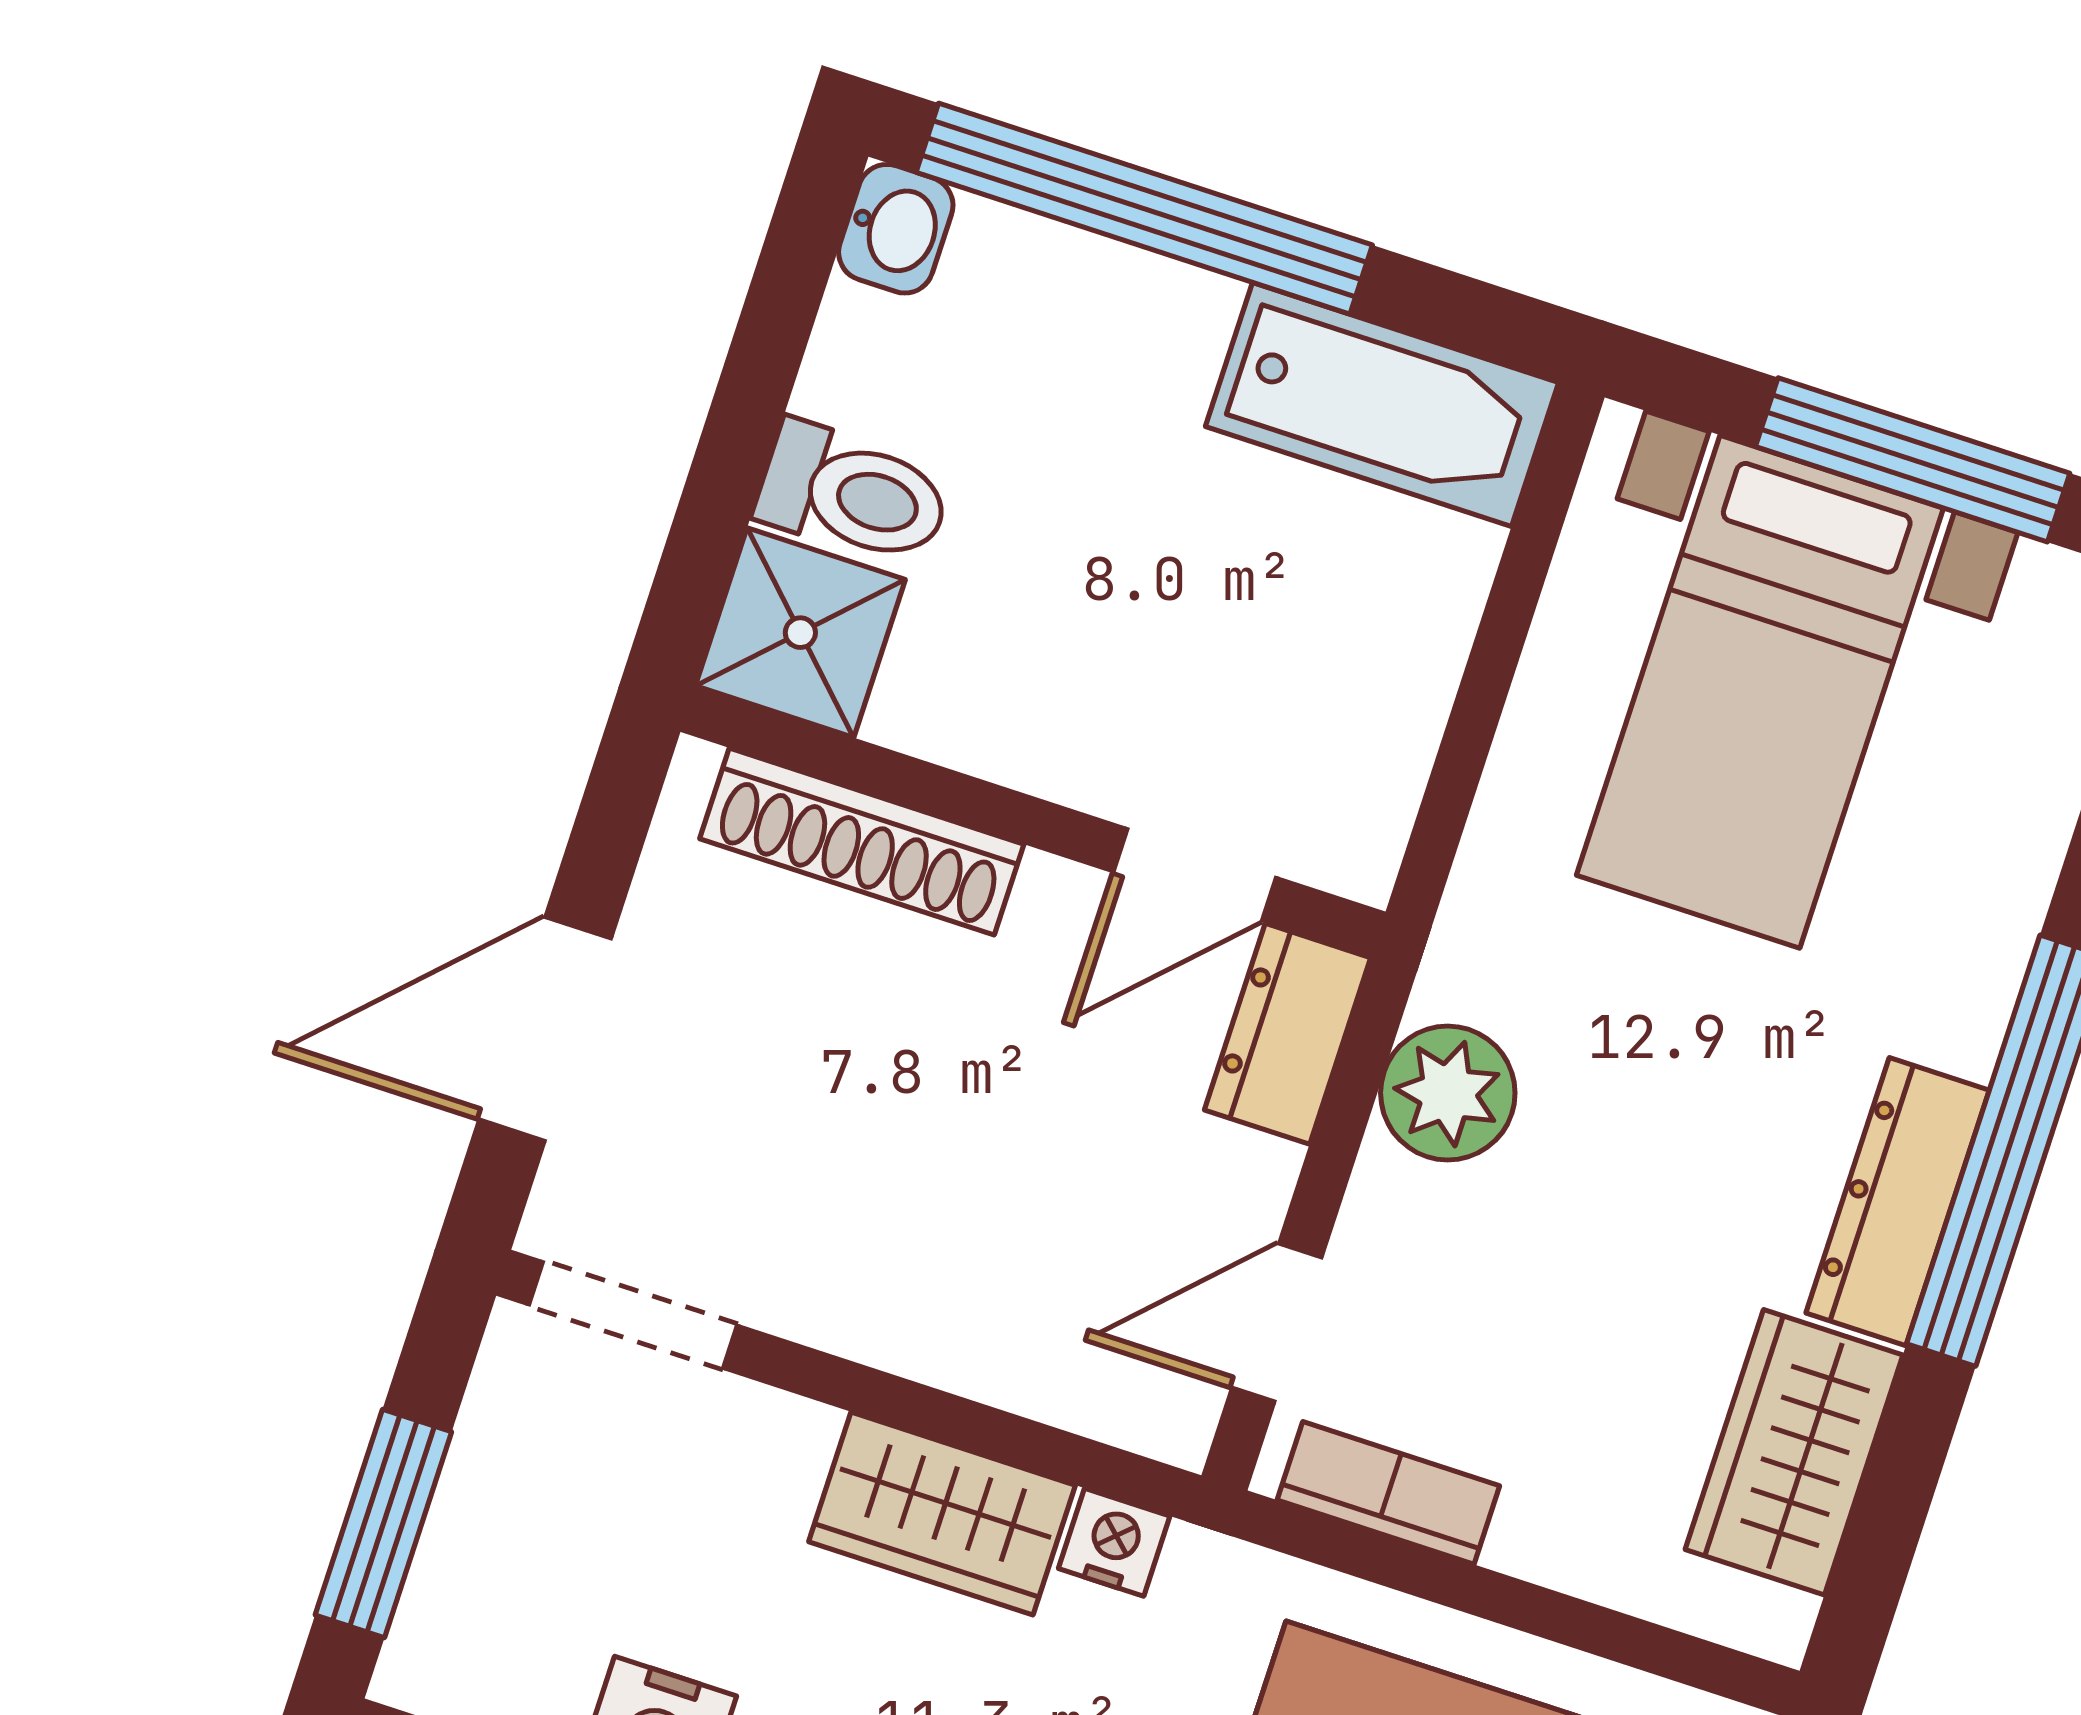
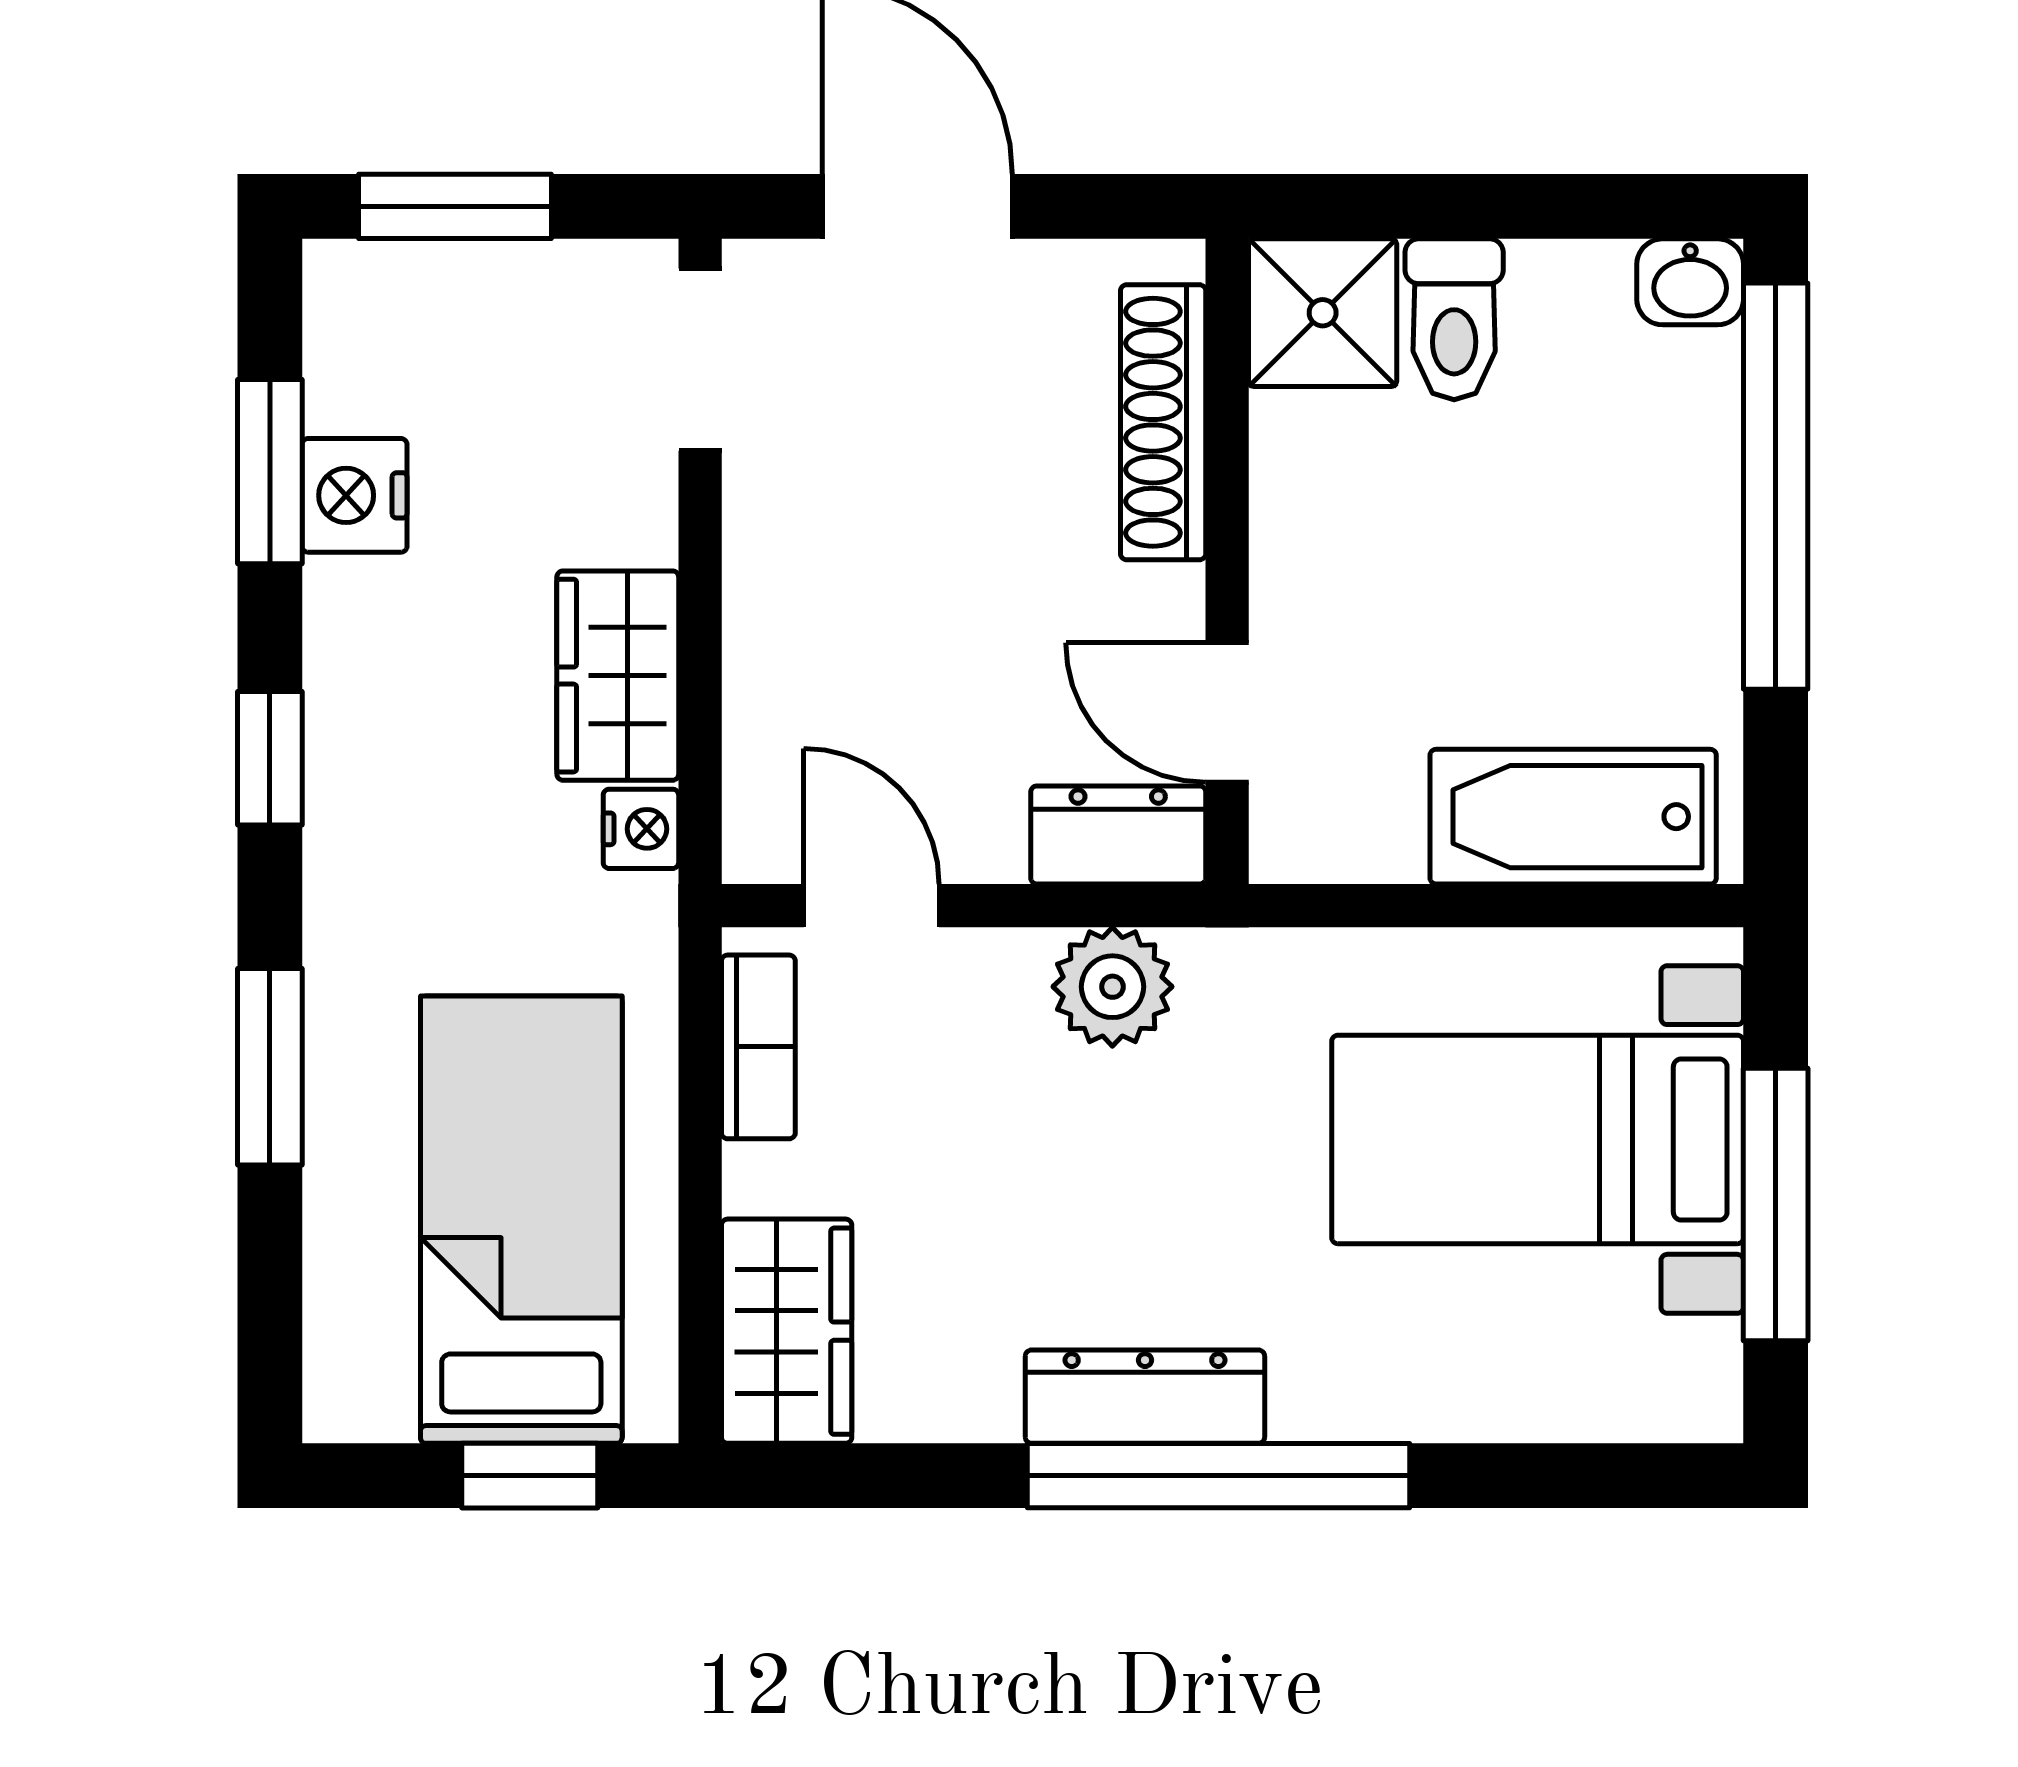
bathtub: (1382, 404) -> (1573, 817), moved, turned 90
wardrobe: (1794, 1452) -> (787, 1331), moved, turned 90

